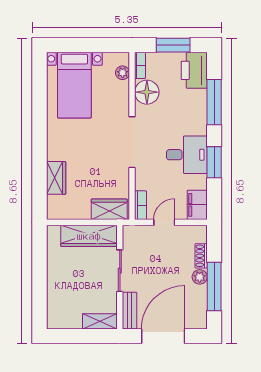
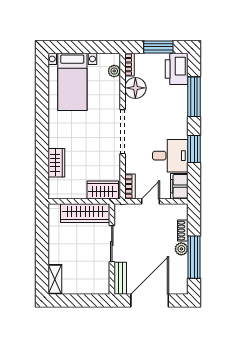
desk: (187, 155) -> (170, 156), moved
shelving: (100, 321) -> (55, 279), moved, turned 90

